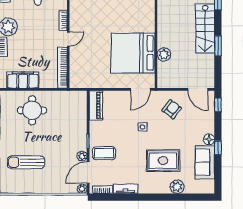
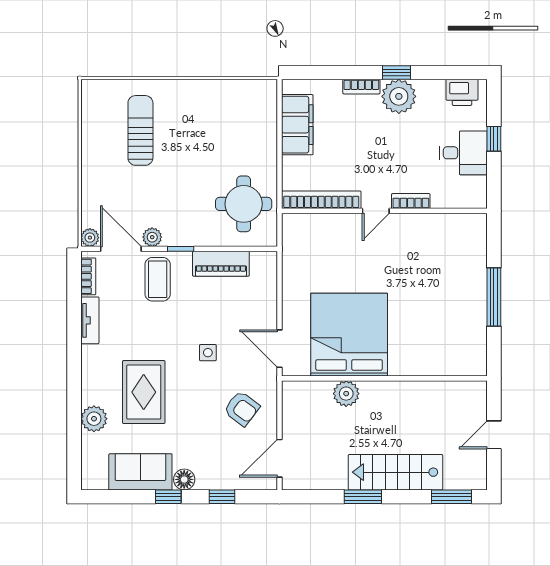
door: (68, 39) -> (376, 211), hinge flipped
piano: (96, 105) -> (221, 264), moved
window: (218, 105) -> (222, 497), moved
round table: (32, 110) -> (244, 204), moved

